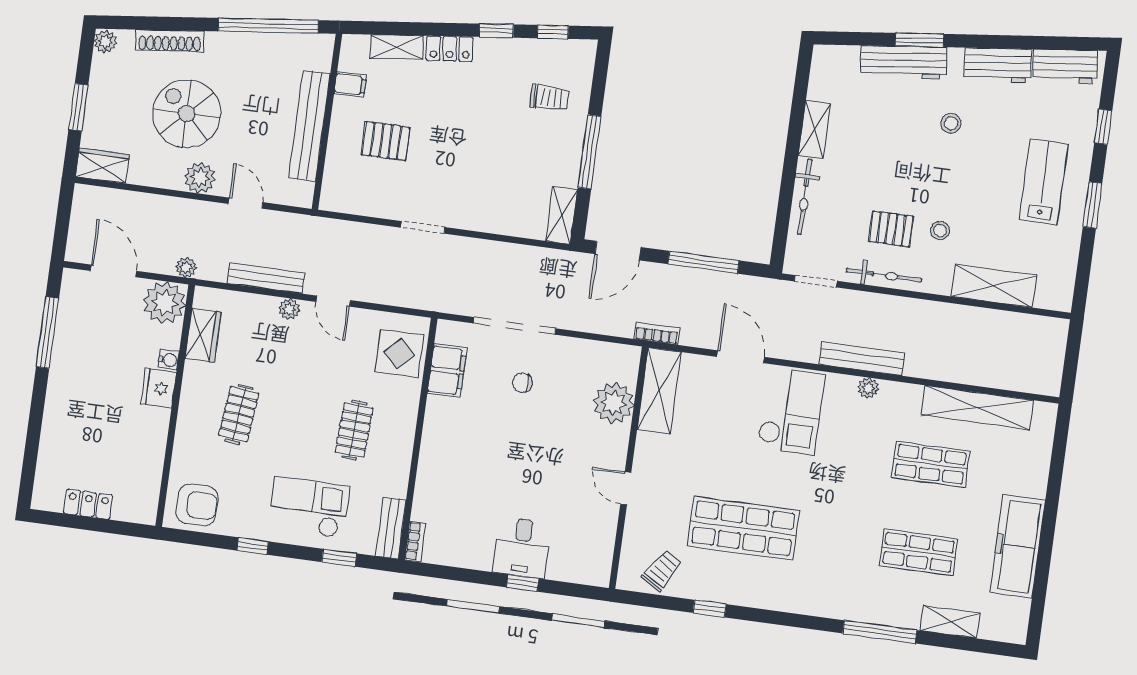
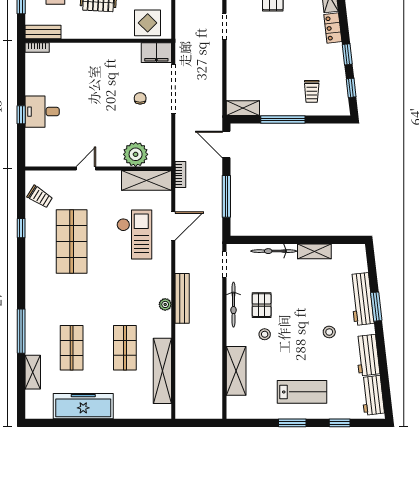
filing cabinet: (447, 371) -> (156, 53), moved
checkout: (791, 411) -> (134, 235), moved, turned -90

